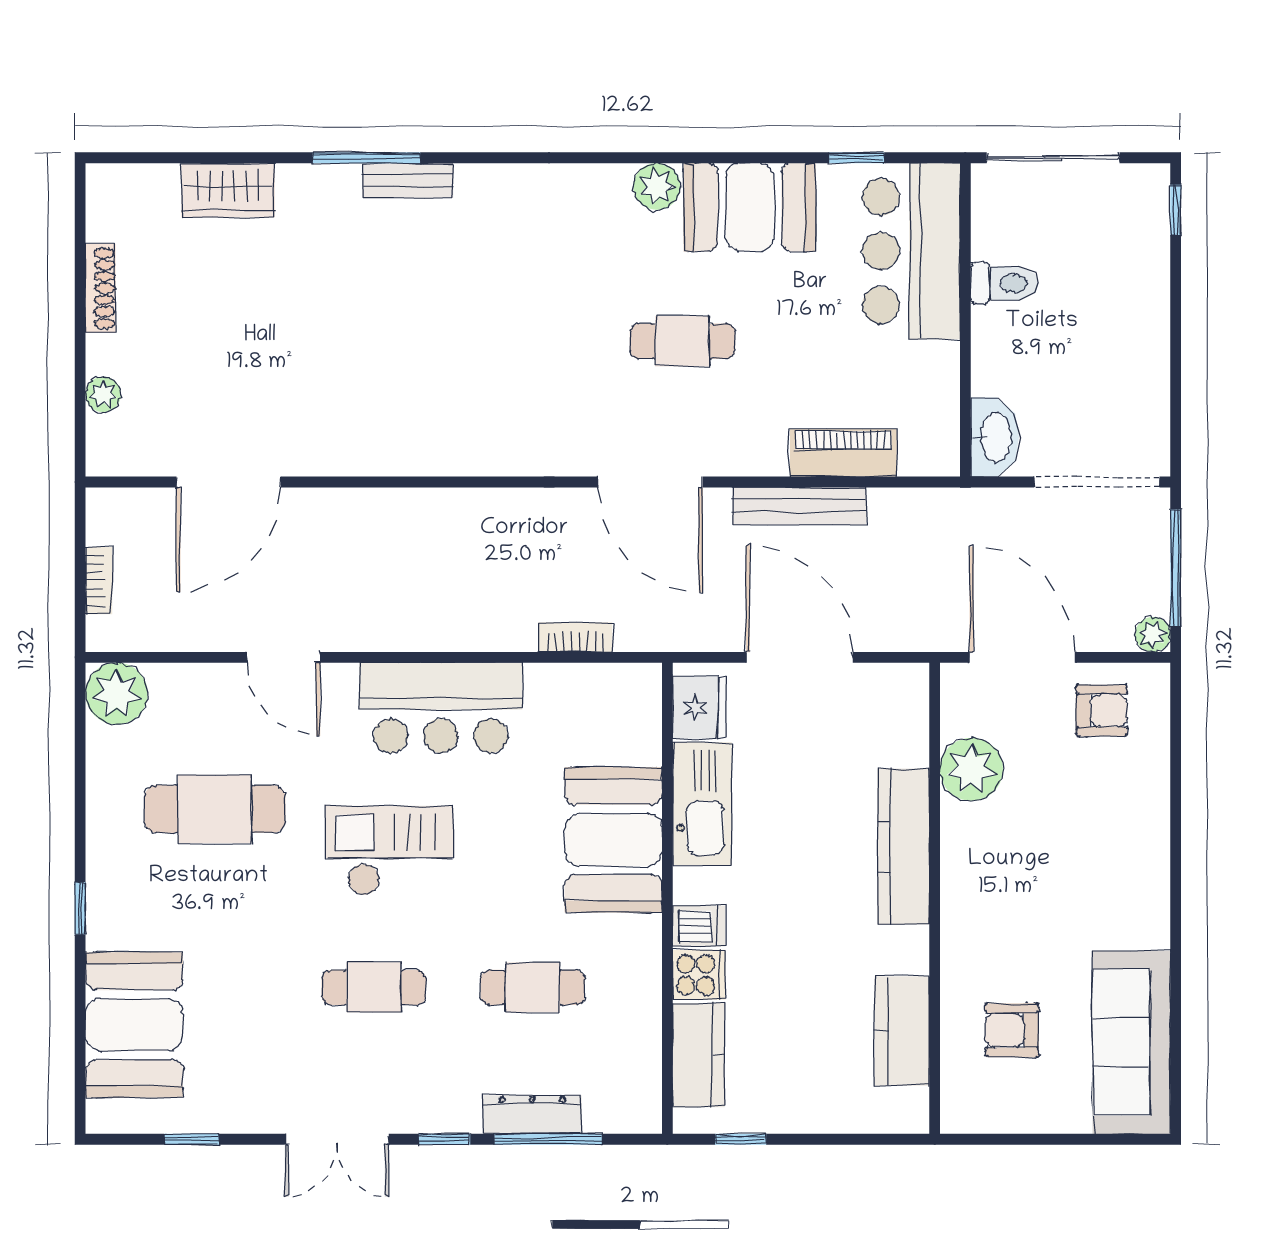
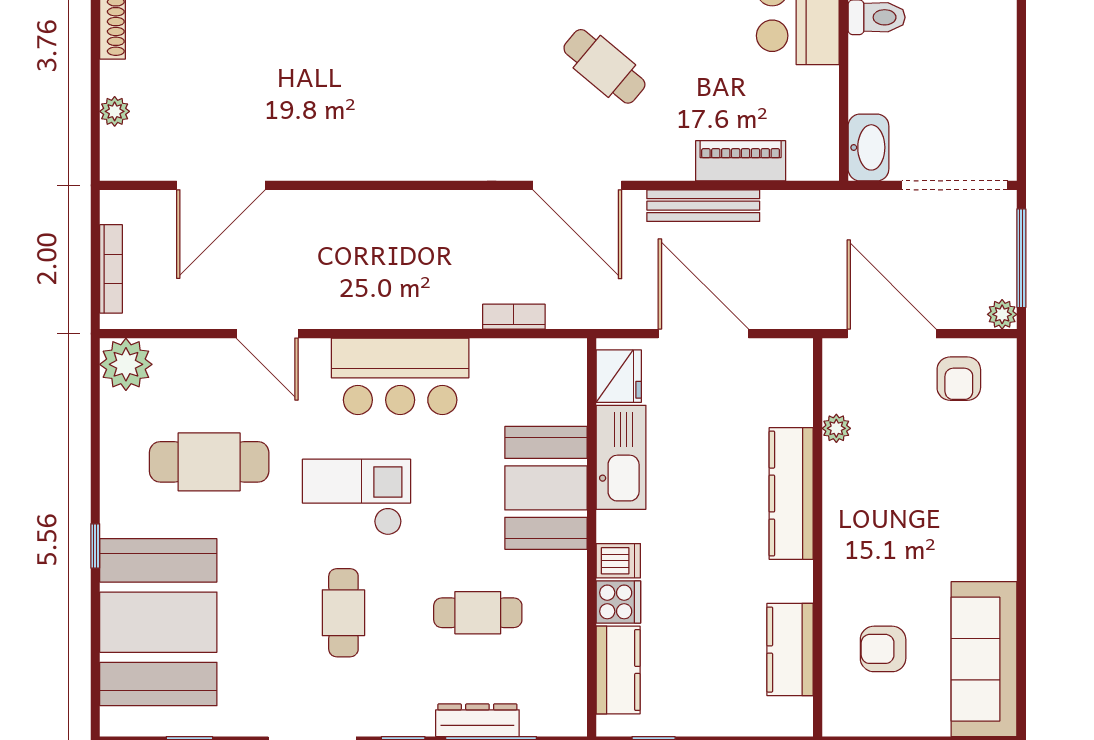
cafe table: (682, 341) -> (604, 66), turned 40
bookcase: (99, 581) -> (111, 269), width x1.56
armchair: (1102, 711) -> (959, 379), turned 90
plant: (971, 769) -> (836, 428), width x0.53, depth x0.53
cafe table: (374, 987) -> (343, 613), turned 90
booth: (134, 1025) -> (158, 622), width x1.36, depth x1.42

